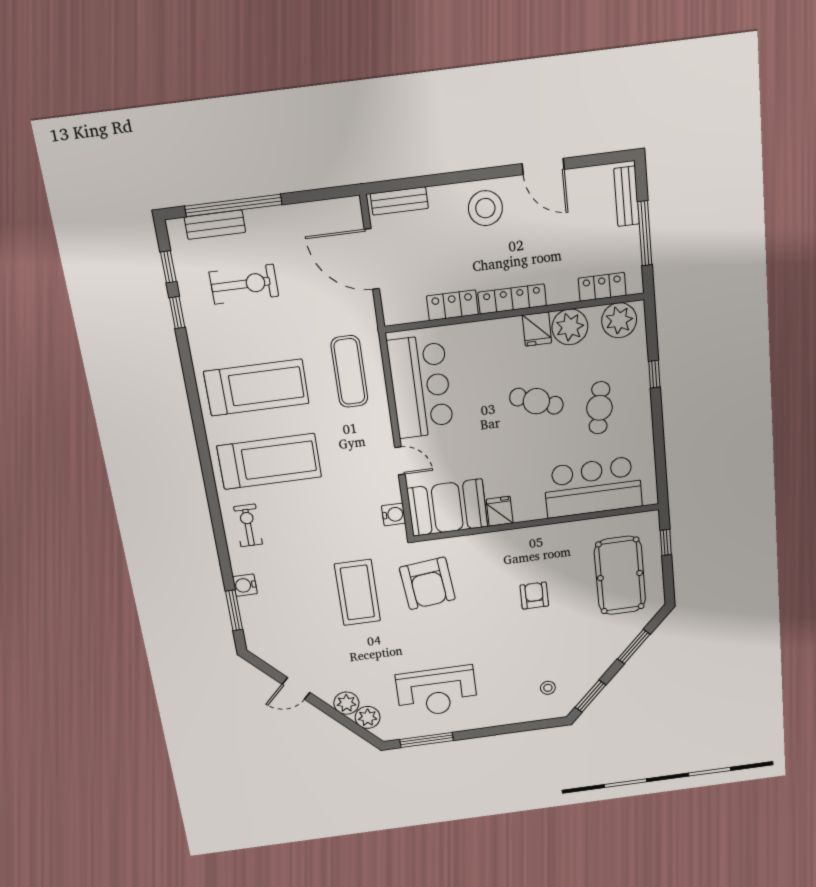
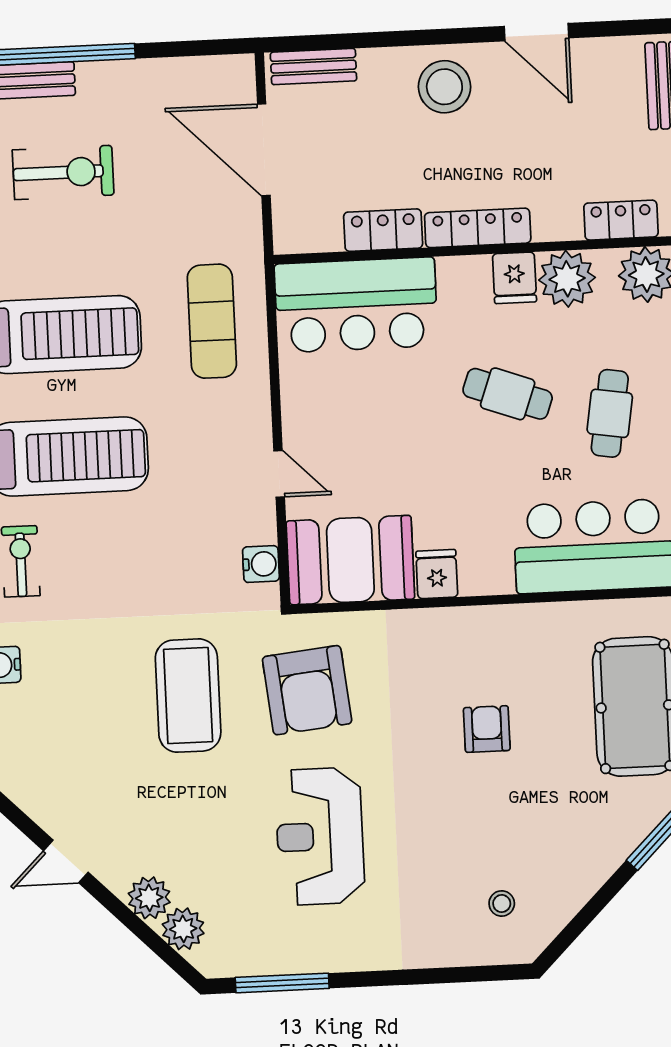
bar counter: (421, 387) -> (356, 305), moved, turned 90
reception desk: (437, 692) -> (320, 836), moved, turned 90
window: (590, 696) -> (576, 927), removed

